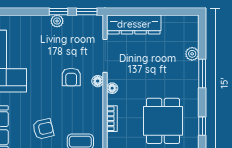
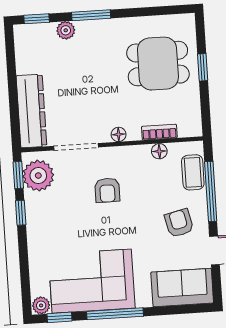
plant: (57, 21) -> (38, 176), moved, width x1.87, depth x1.87
armchair: (71, 77) -> (107, 190), turned 90
floor lamp: (98, 81) -> (159, 151), moved
window: (202, 126) -> (37, 19), moved

